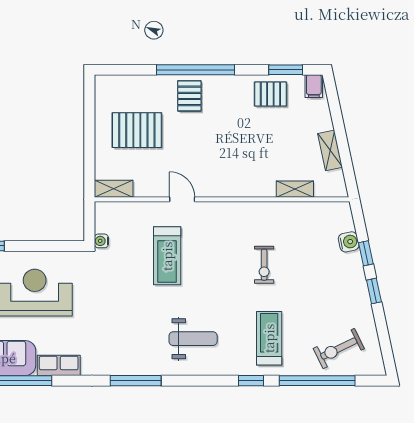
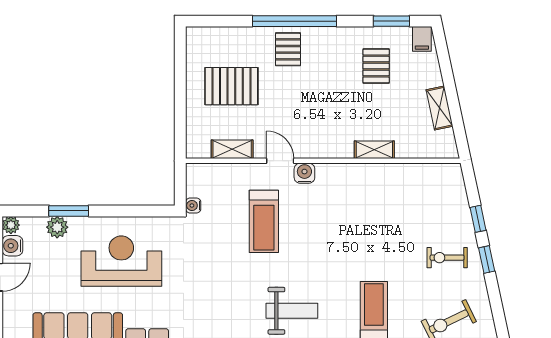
pallet: (270, 94) -> (376, 66), moved, turned 90
shelving: (114, 189) -> (232, 149), moved
shelving: (295, 189) -> (374, 150), moved
water cooler: (349, 242) -> (304, 173), moved, turned -78
exercise bike: (264, 265) -> (447, 258), moved, turned 90

